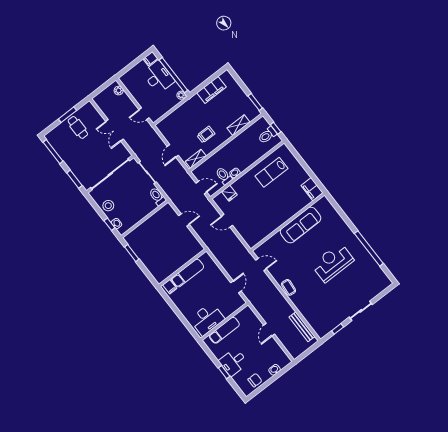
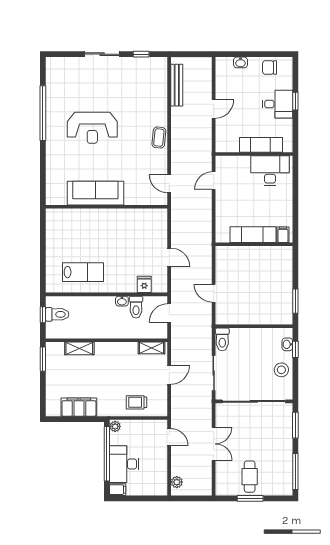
trolley: (206, 135) -> (137, 402), moved
door: (201, 188) -> (169, 313), hinge flipped
filing cabinet: (312, 189) -> (54, 221), removed

